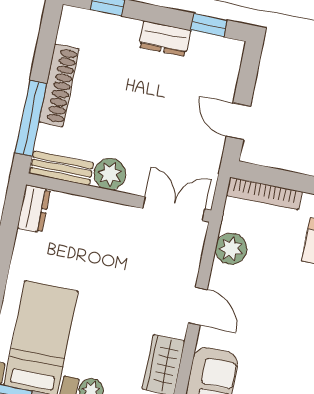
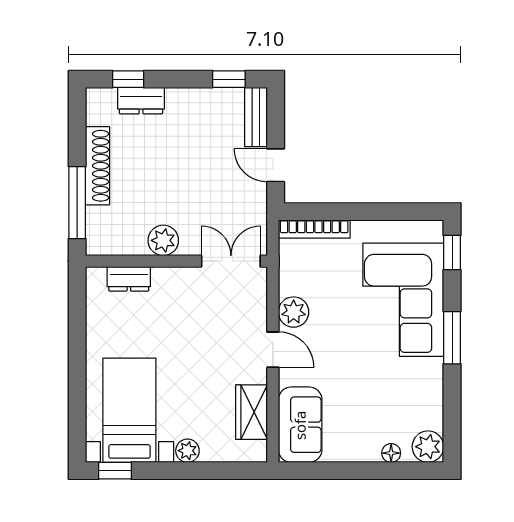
dresser: (165, 39) -> (141, 101), moved
bench: (62, 168) -> (256, 117), moved, turned 90
dresser: (34, 209) -> (129, 279), moved, turned 90
plant: (231, 249) -> (294, 312), moved

